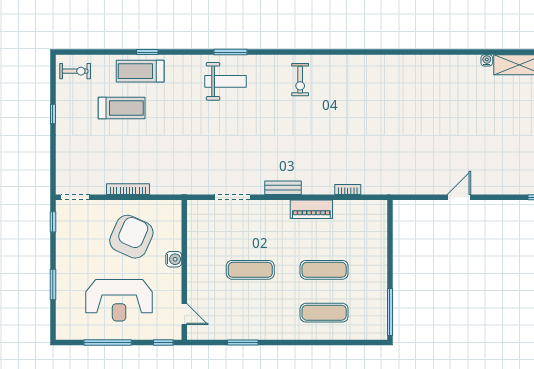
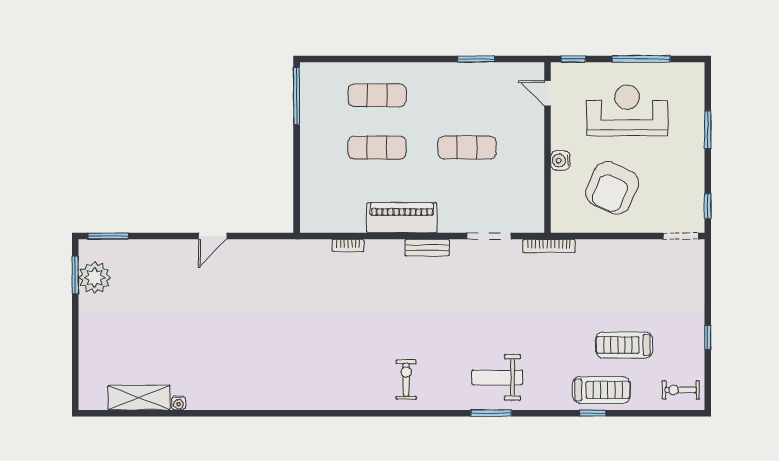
bookcase: (128, 189) -> (549, 246), moved
piano: (311, 209) -> (402, 218), width x1.37, depth x1.33

